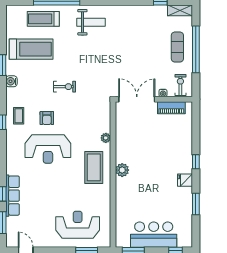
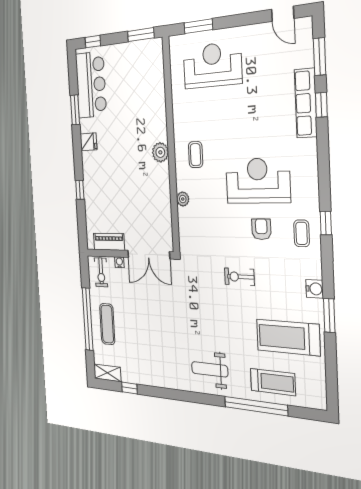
window: (196, 162) -> (80, 190), moved
coffee table: (94, 167) -> (196, 155), width x0.54, depth x0.58
reception desk: (78, 225) -> (212, 65), turned 180
bar counter: (154, 235) -> (91, 85), moved, turned -90

